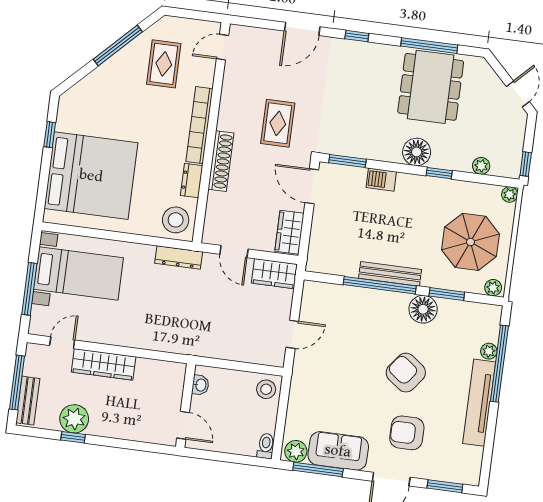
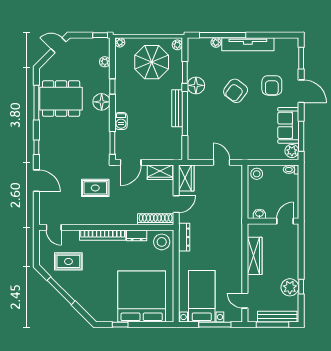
shoe rack: (221, 161) -> (156, 219), moved
wardrobe: (104, 364) -> (255, 256), moved
bench: (28, 401) -> (277, 317), width x1.36

